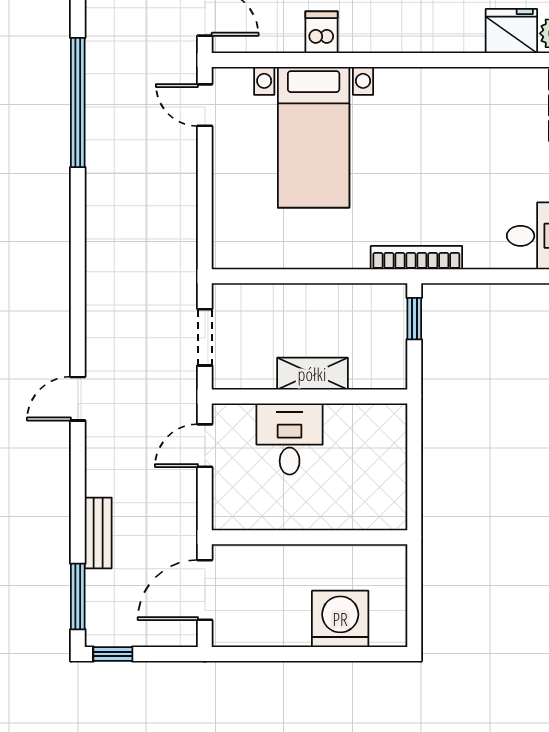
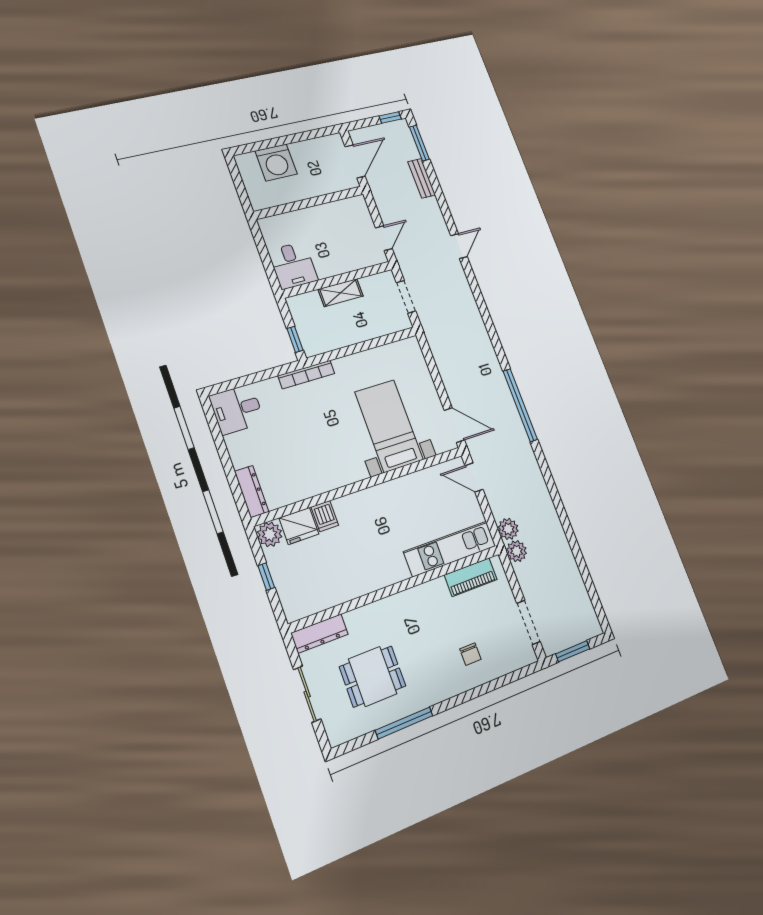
dishwasher: (322, 32) -> (325, 516), moved
door: (205, 105) -> (454, 425), width x1.38
desk: (290, 439) -> (293, 265), moved

